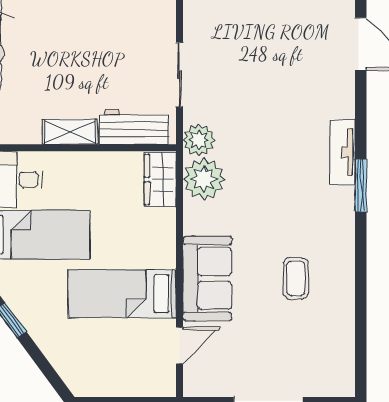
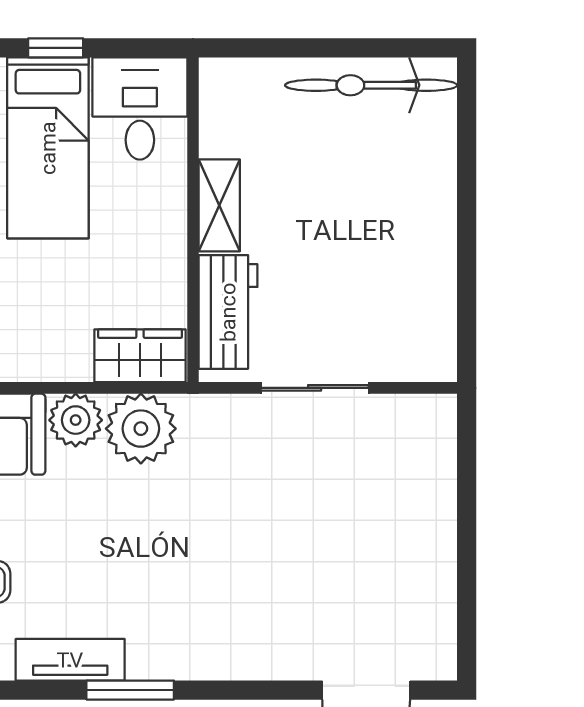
plant: (199, 140) -> (76, 420), moved
tv unit: (343, 152) -> (70, 660), moved

